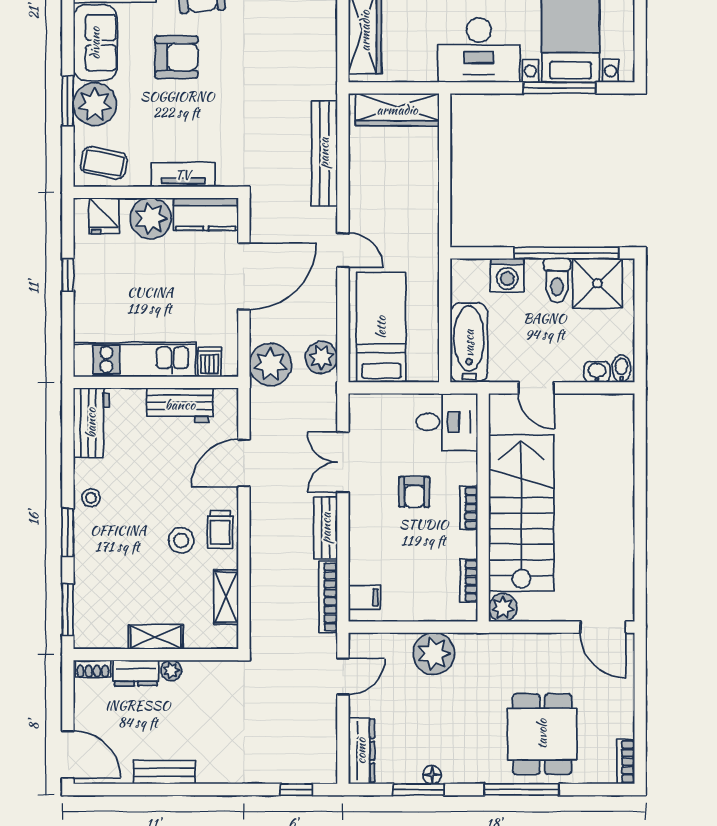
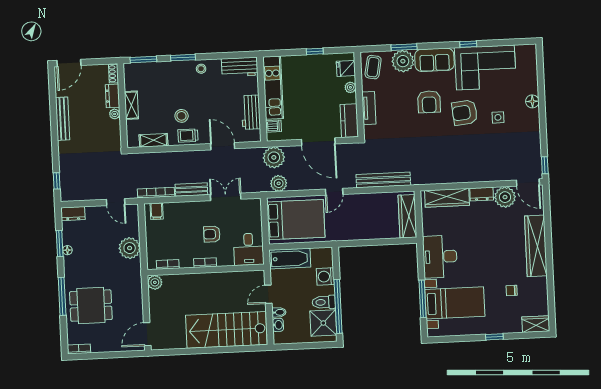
plant: (151, 218) -> (350, 87), width x0.53, depth x0.53
bed: (381, 327) -> (296, 220), width x1.50
bidet: (621, 369) -> (279, 312), moved
stairs: (521, 513) -> (226, 330), moved, turned 180
dresser: (361, 751) -> (73, 214), width x0.70
bench: (164, 772) -> (63, 119), width x1.36

